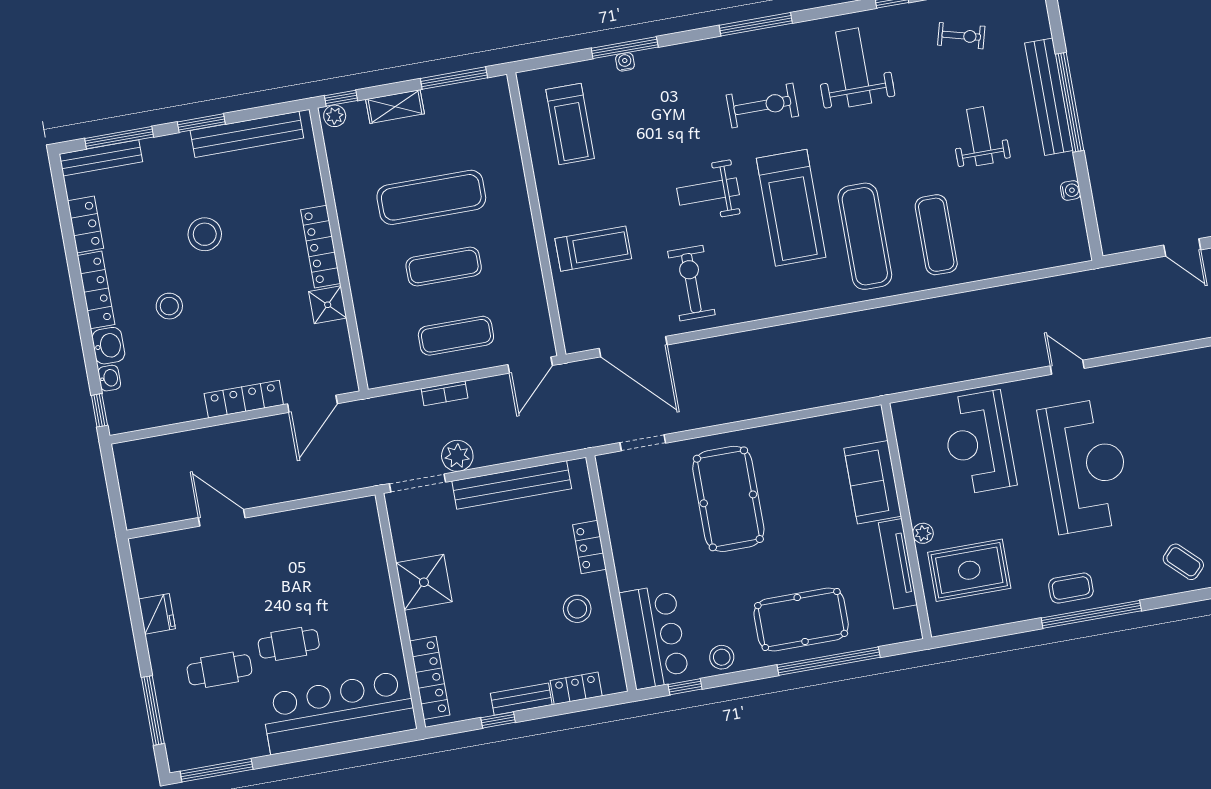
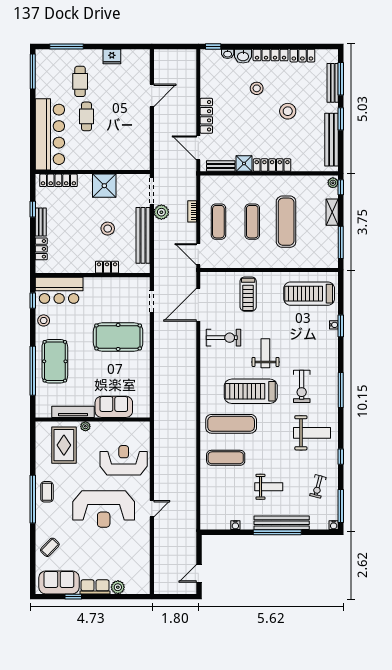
window: (625, 48) -> (341, 326), width x0.69
treadmill: (570, 124) -> (309, 294), width x1.37, depth x1.38
bench: (101, 158) -> (333, 83), moved
bench: (341, 351) -> (221, 166), added
stool: (577, 609) -> (108, 229), moved

